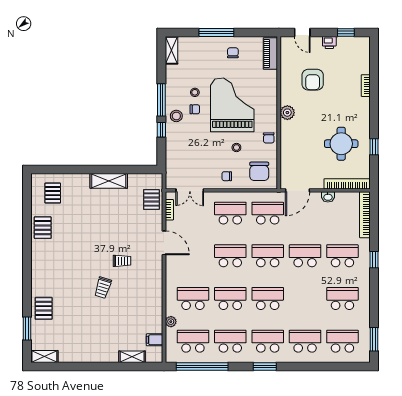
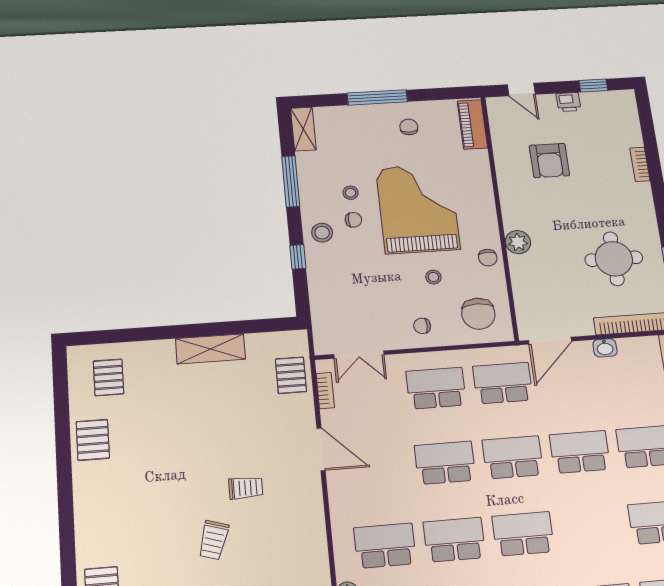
window: (161, 100) -> (291, 181), moved
plant: (287, 113) -> (518, 242), moved

